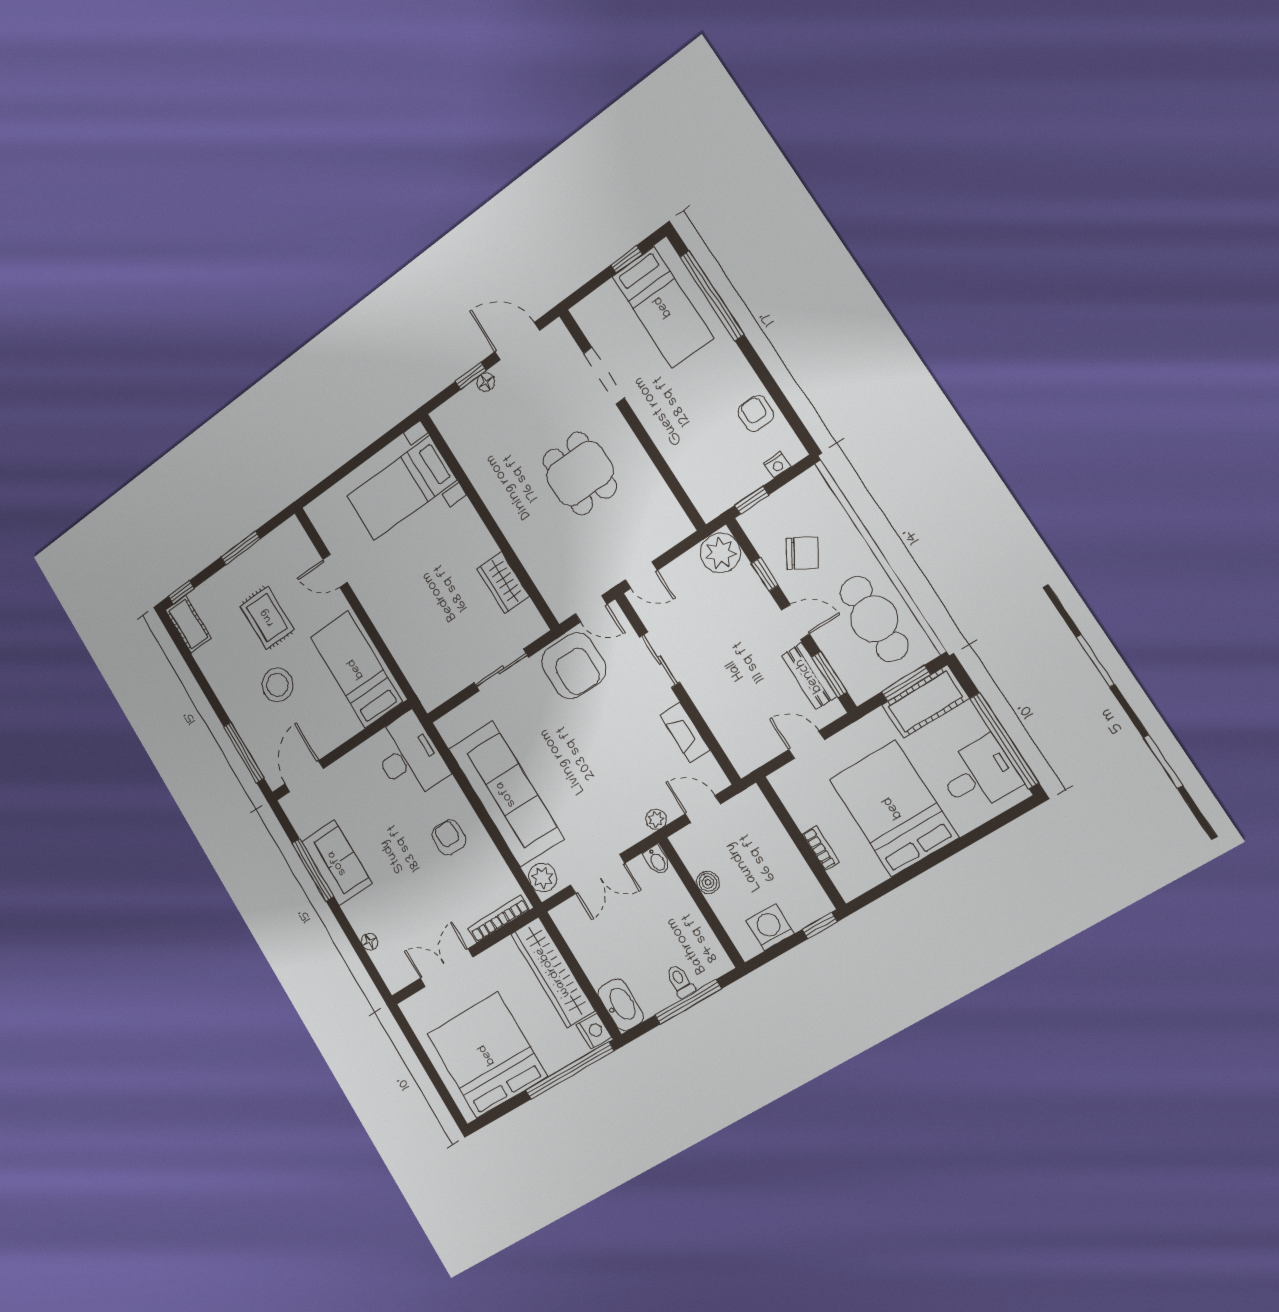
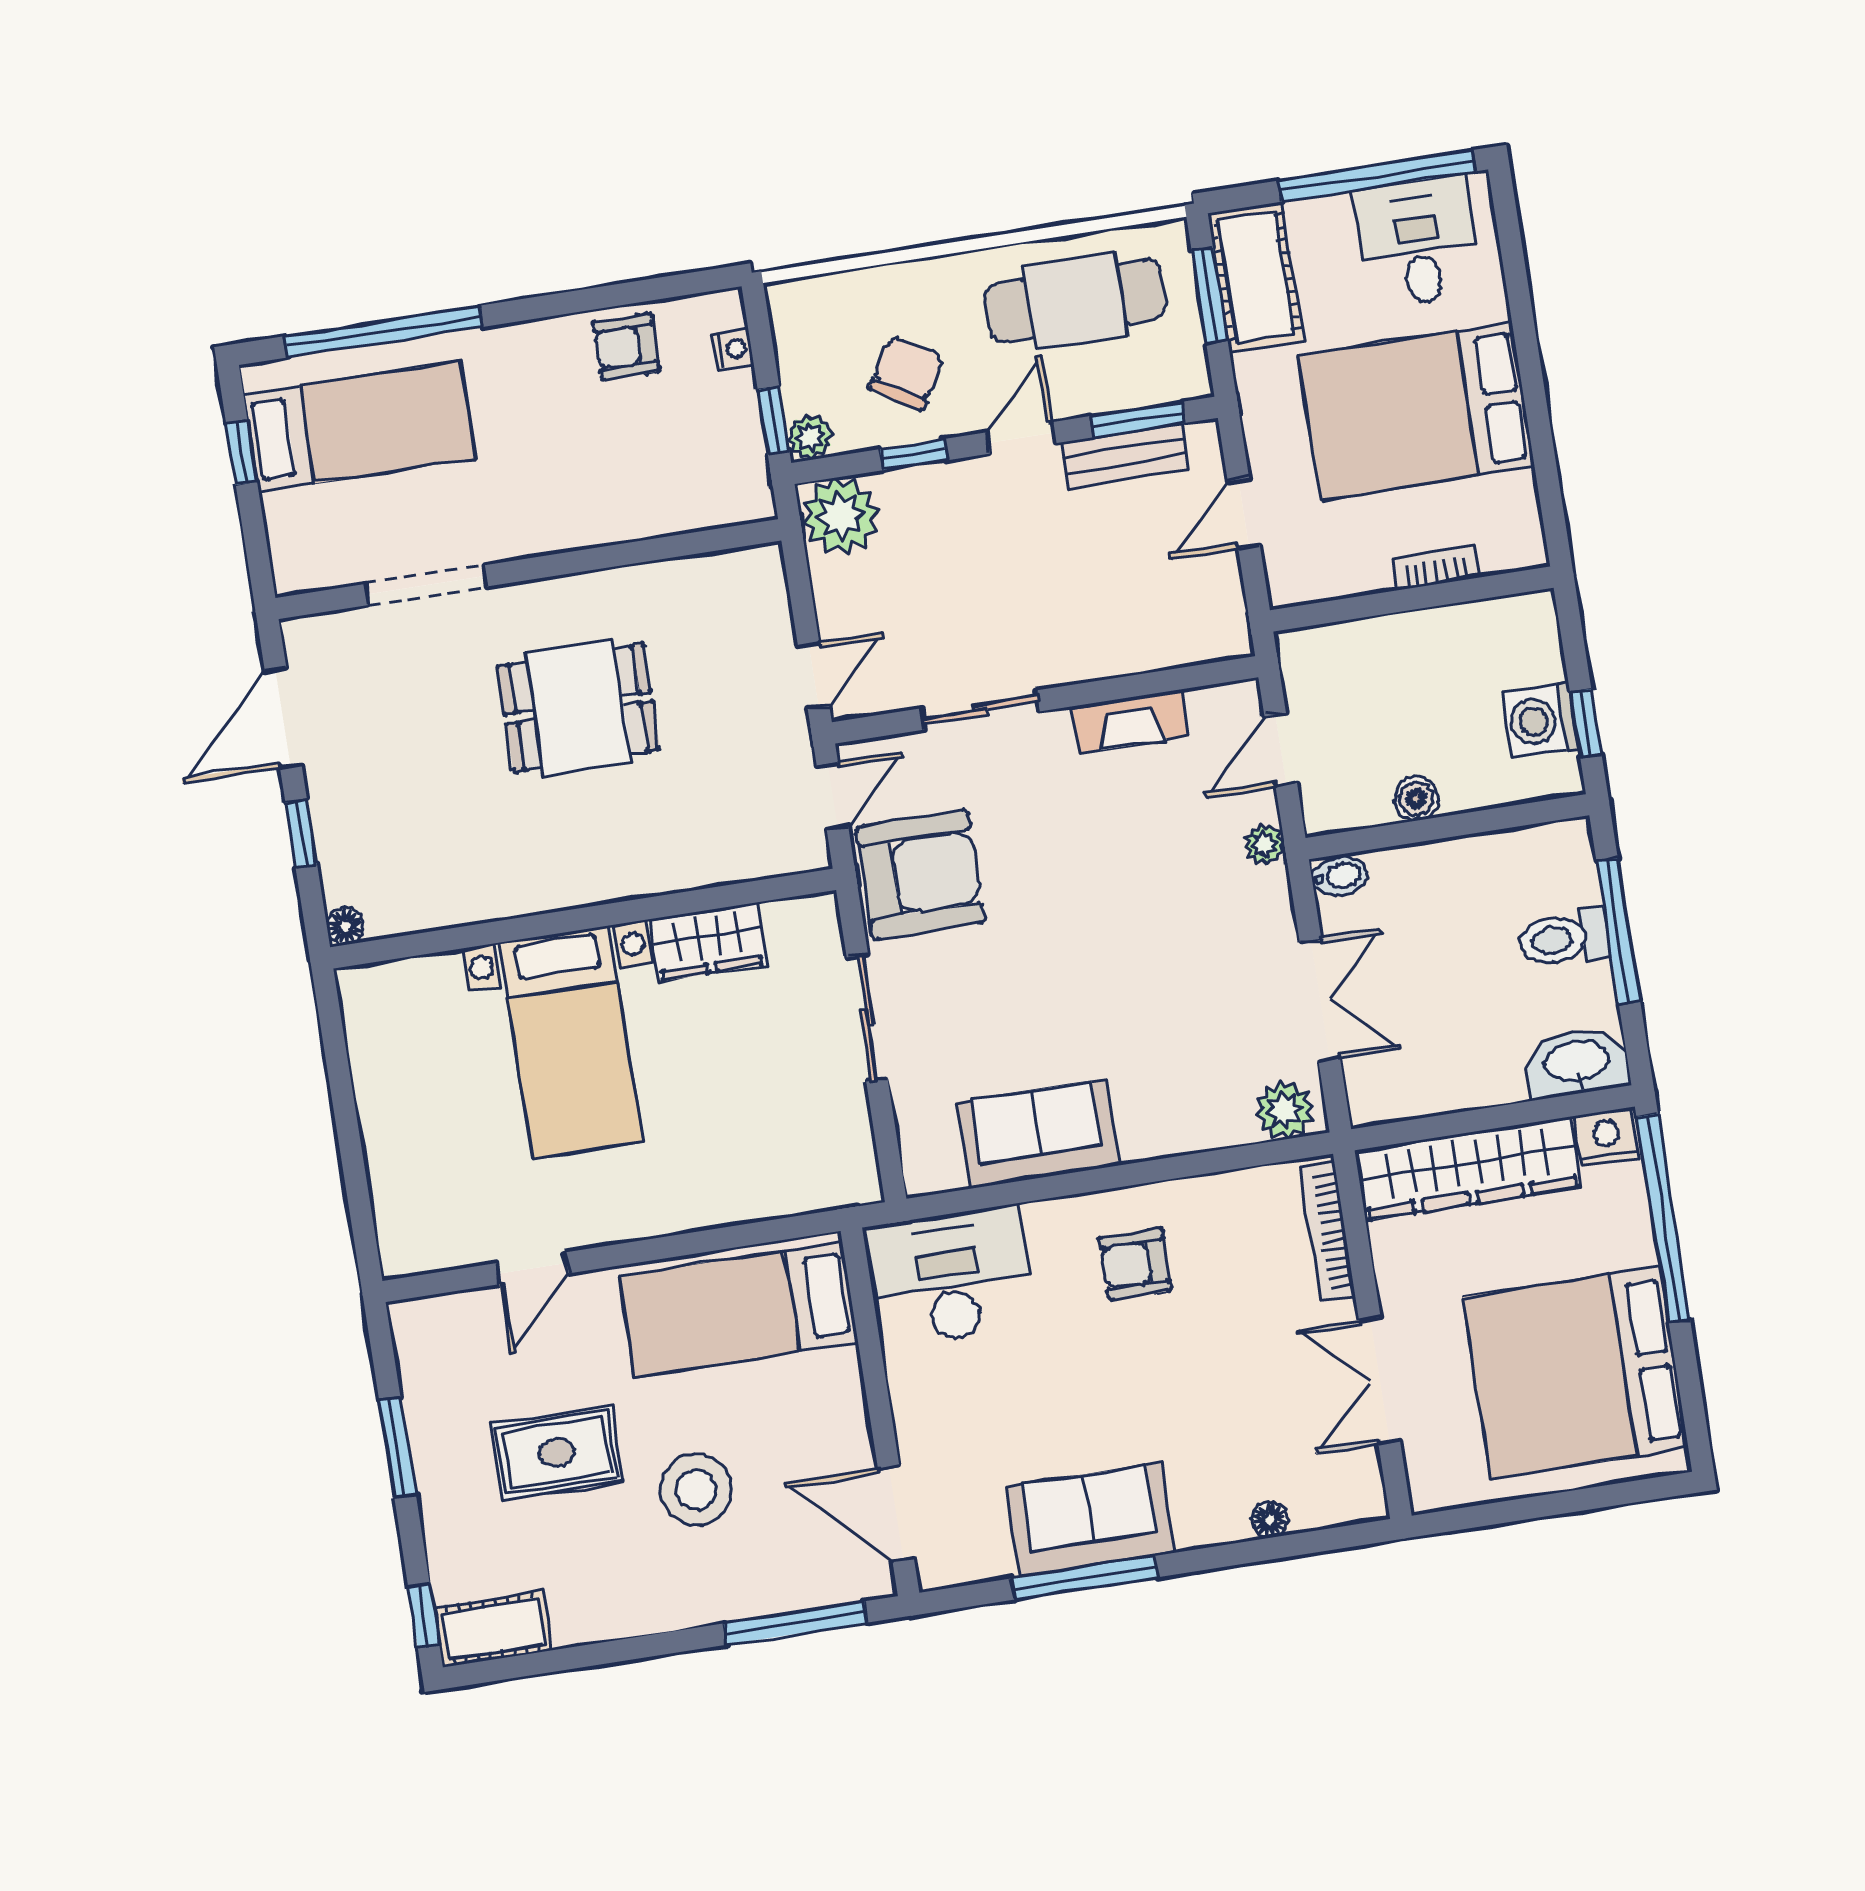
floor lamp: (486, 382) -> (345, 926), moved
bed with nightstands: (402, 488) -> (571, 1042), moved
plant: (751, 521) -> (810, 437), added
sofa: (506, 794) -> (1038, 1134), width x0.54, depth x0.79
window: (820, 926) -> (1586, 723), moved
toilet: (680, 981) -> (1564, 938), width x1.37, depth x1.39

